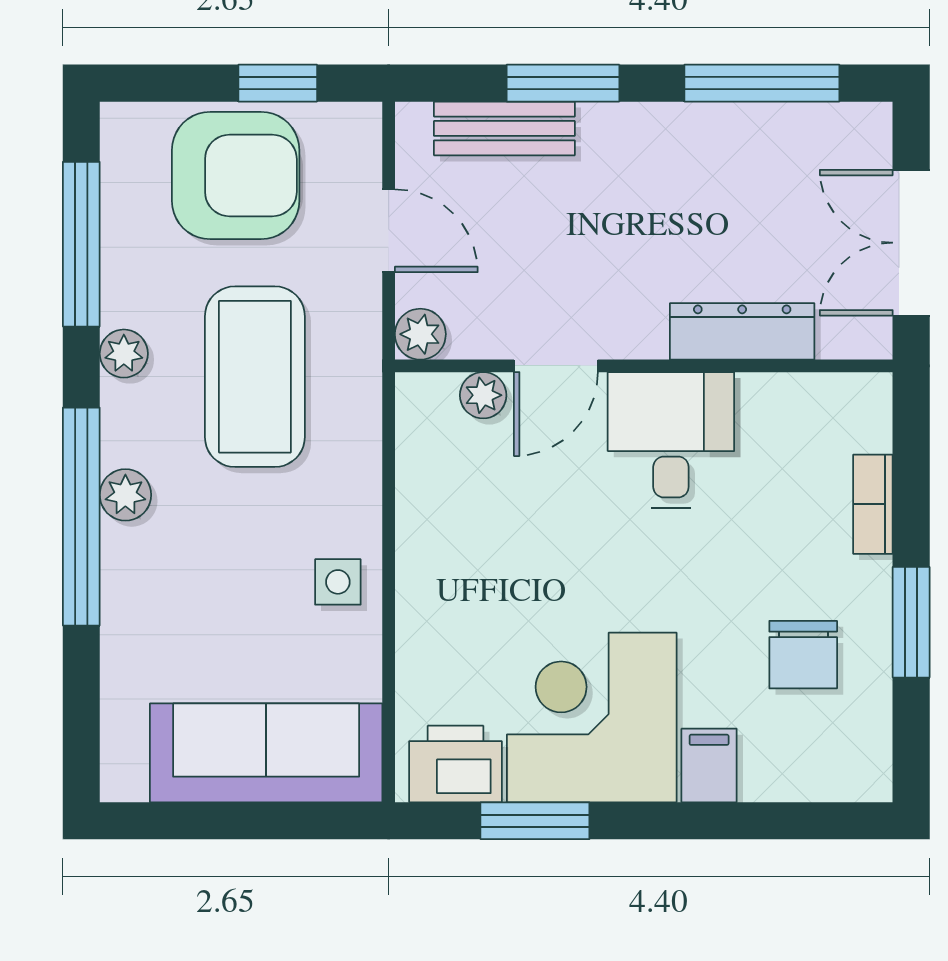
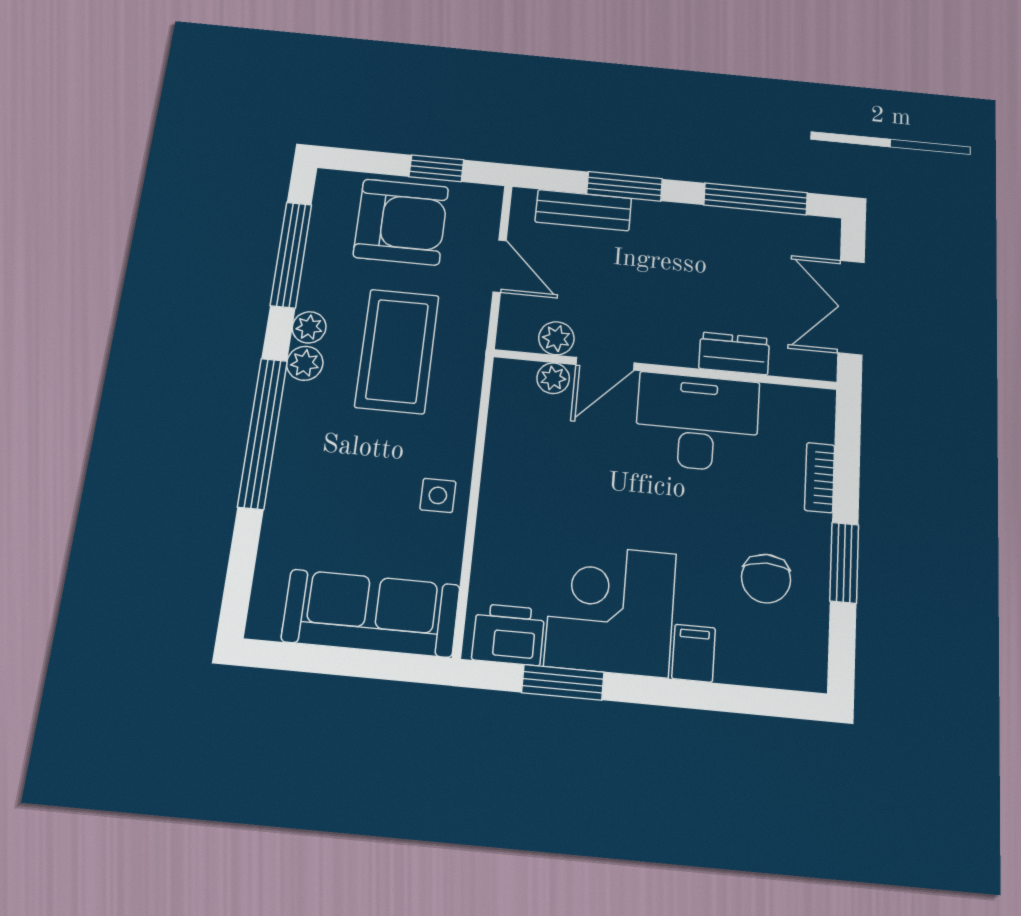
dresser: (742, 331) -> (734, 353), width x0.70
plant: (420, 334) -> (556, 338), moved
desk: (671, 440) -> (697, 422), width x1.37
plant: (125, 495) -> (305, 363), moved

